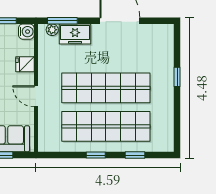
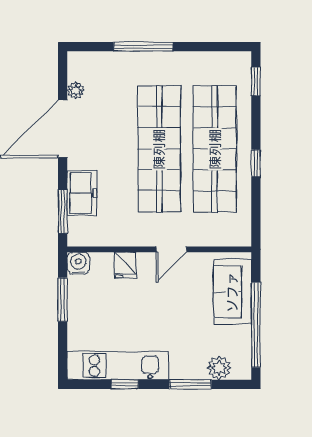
plant: (52, 30) -> (76, 90), moved
window: (177, 77) -> (143, 47), width x2.17
window: (135, 155) -> (256, 82), moved

